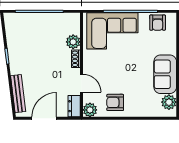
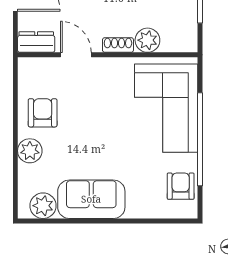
armchair: (158, 23) -> (181, 186), turned 90
door: (82, 83) -> (76, 55), swing flipped
plant: (90, 110) -> (30, 151), moved

